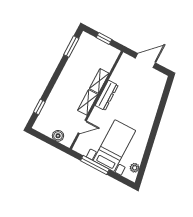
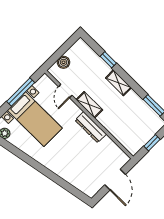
shelving: (99, 81) -> (118, 83), moved
window: (39, 107) -> (108, 60), moved

